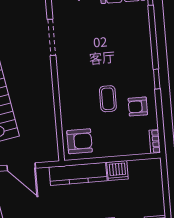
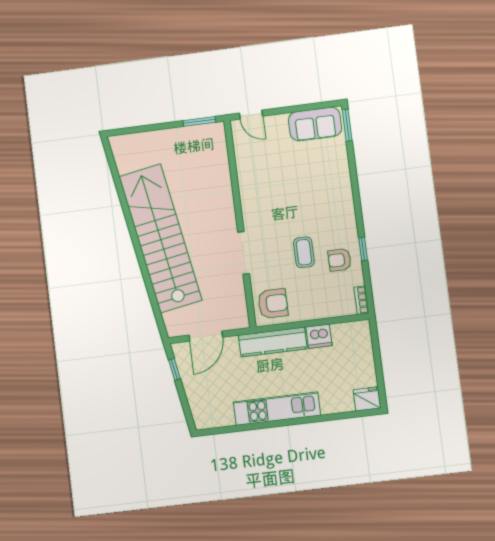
doorway: (52, 37) -> (244, 253), moved
window: (157, 79) -> (363, 249), moved
door: (21, 167) -> (206, 336), hinge flipped

